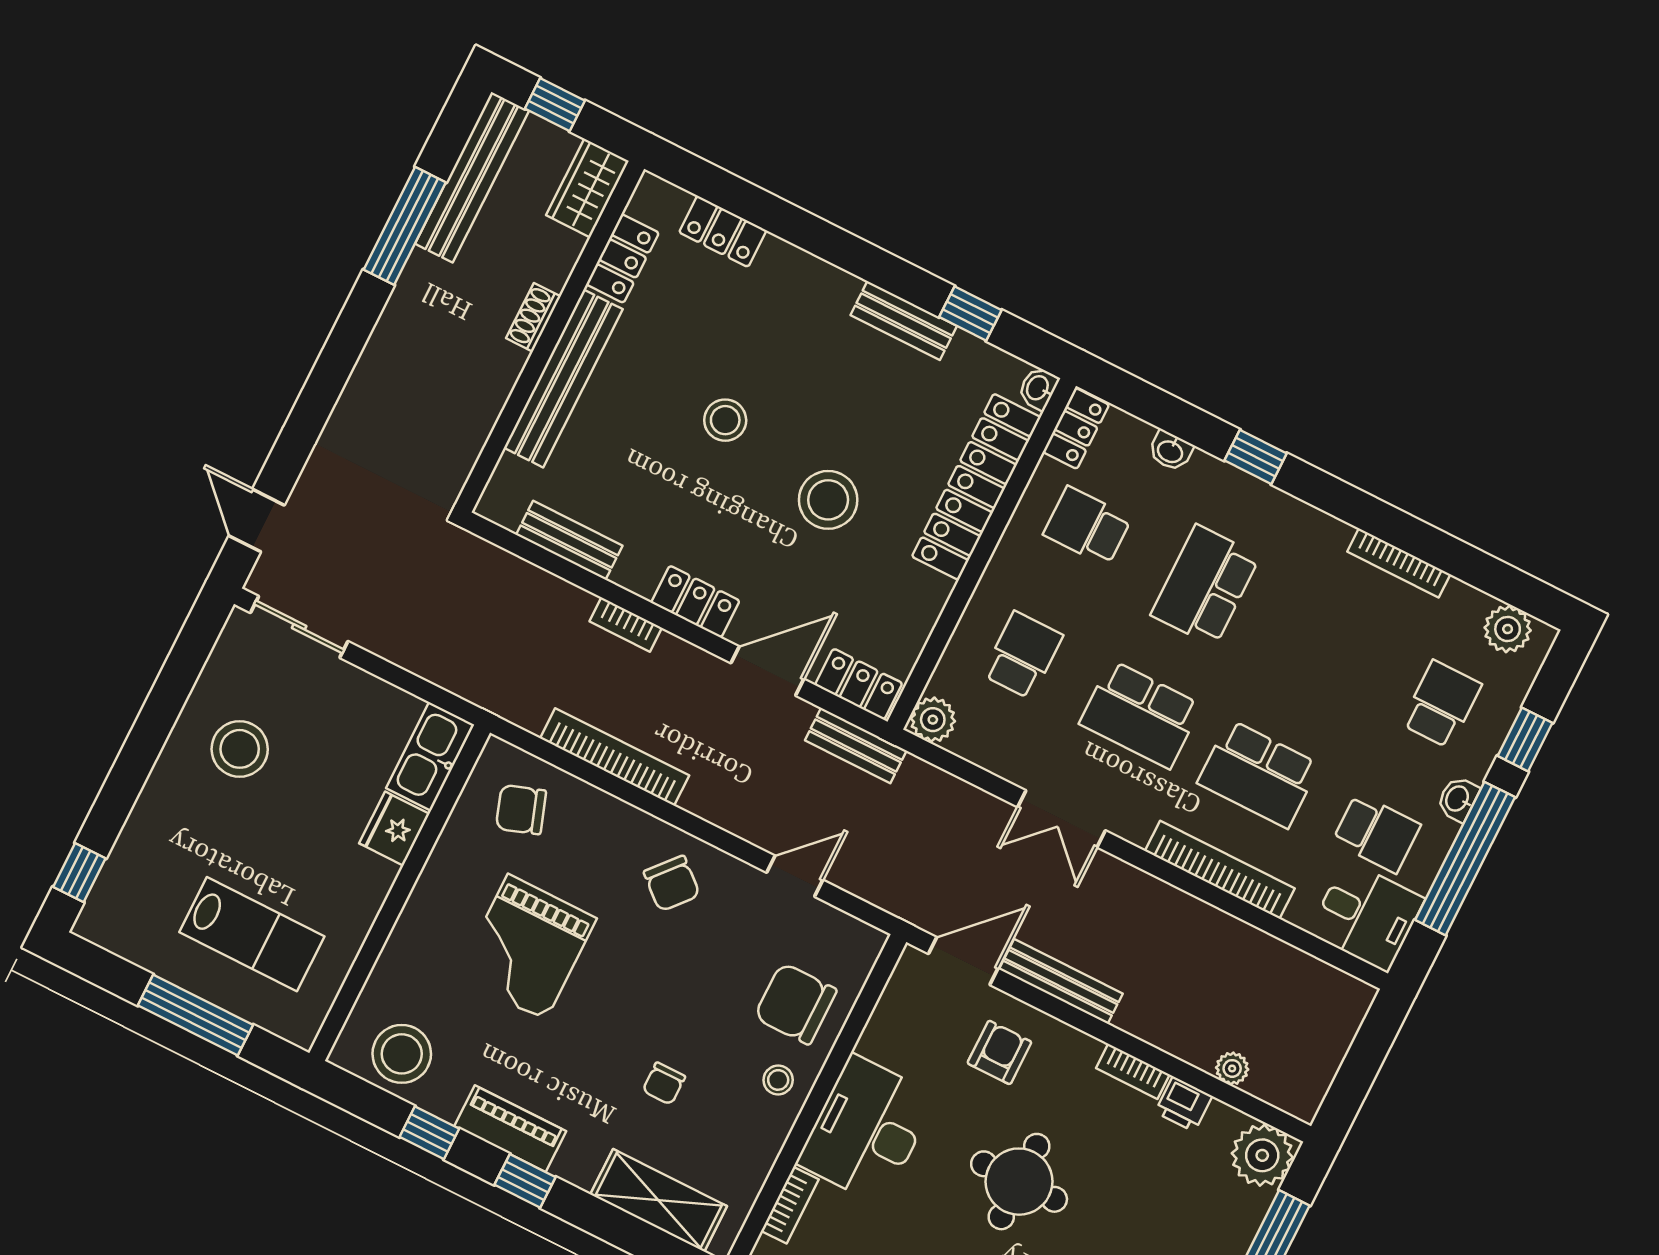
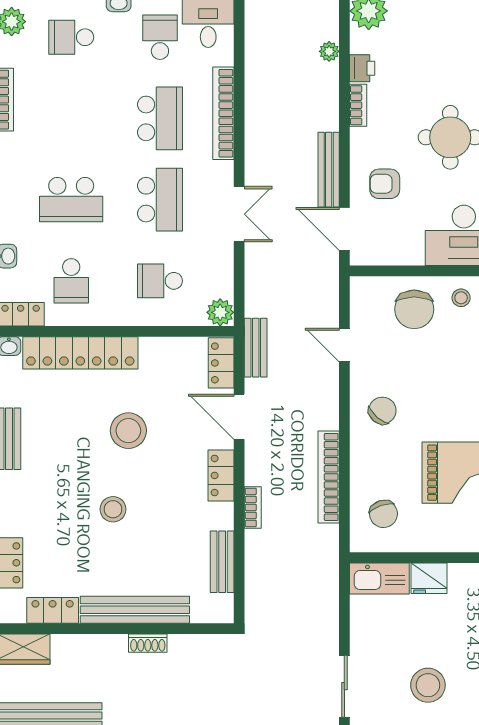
shoe rack: (533, 317) -> (148, 643), moved

